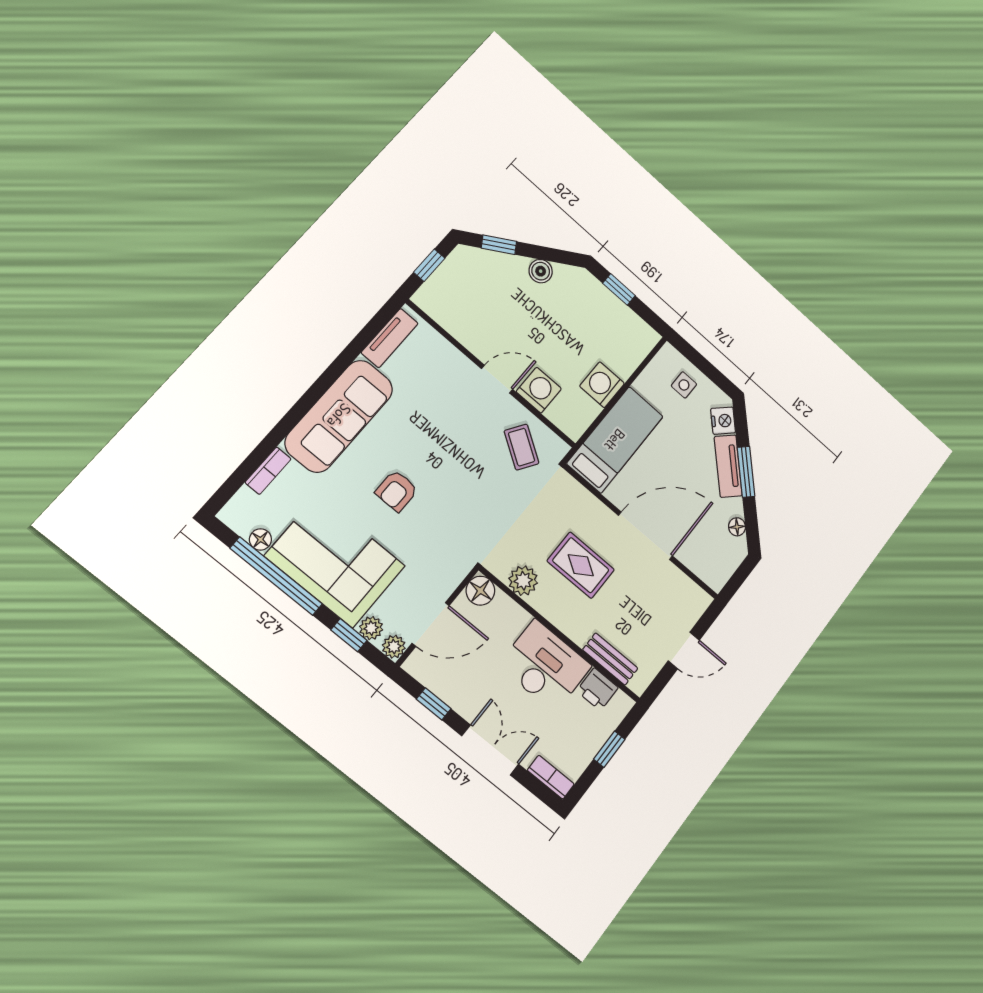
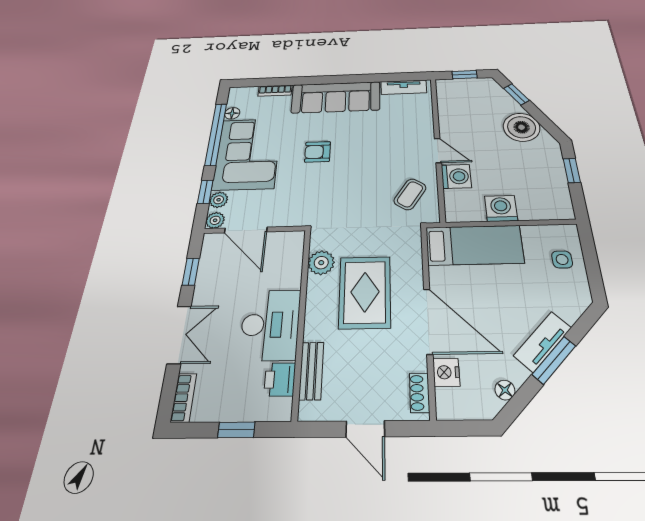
boiler: (541, 271) -> (522, 127), width x1.86, depth x1.86
nightstand: (723, 421) -> (446, 372), moved, turned 135
rug: (581, 565) -> (365, 292), width x1.36, depth x1.43
shoe rack: (691, 590) -> (419, 393), added
floor lamp: (480, 591) -> (292, 242), removed

